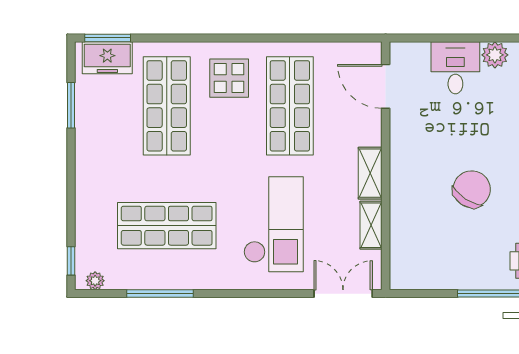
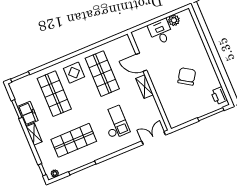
freezer: (107, 58) -> (28, 114), moved, turned -90
door: (386, 86) -> (141, 62), moved
checkout: (274, 224) -> (115, 122), width x0.73, depth x0.83
shelving: (371, 225) -> (34, 134), moved

